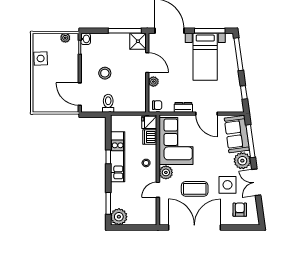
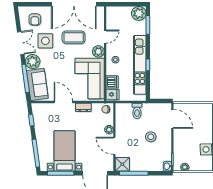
toilet: (108, 103) -> (137, 111), moved
kitchen unit: (118, 157) -> (140, 65), width x1.36

